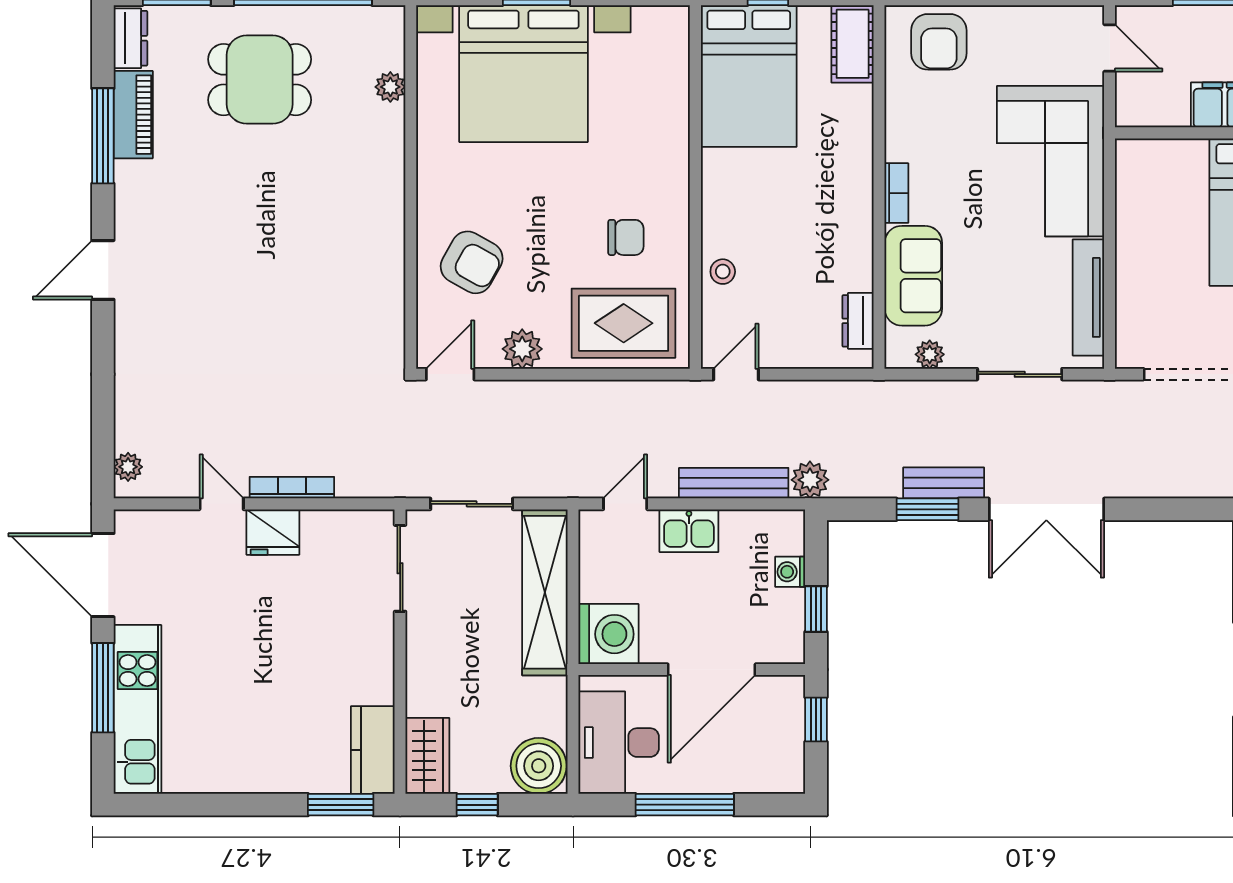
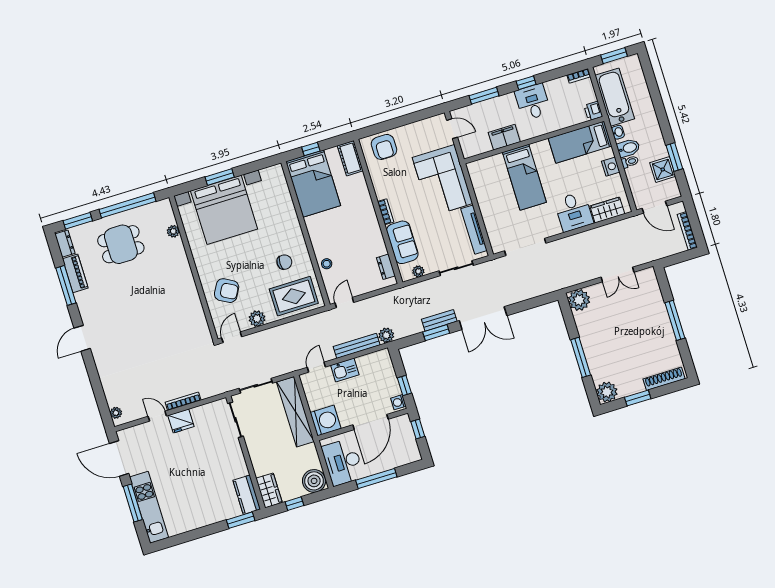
washing machine: (790, 572) -> (398, 402), moved

